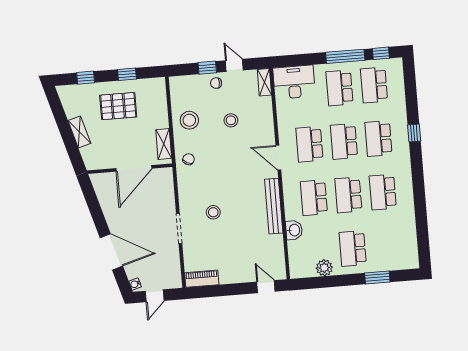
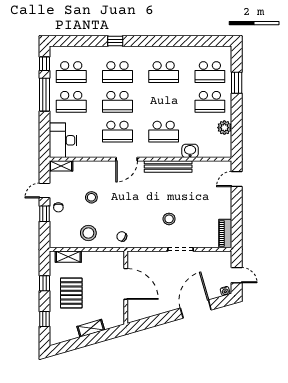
shelving: (164, 144) -> (68, 257), moved
school desk: (348, 195) -> (210, 72), moved

